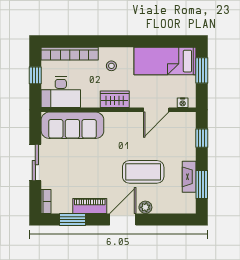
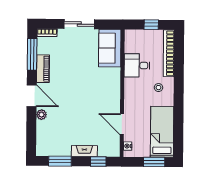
desk: (61, 92) -> (137, 65), moved, width x0.73
wardrobe: (115, 99) -> (131, 90), removed
sofa: (72, 125) -> (110, 48), width x0.73
coffee table: (143, 172) -> (71, 113), removed
fireplace: (189, 177) -> (84, 151), moved
window: (72, 219) -> (32, 54), width x1.44

